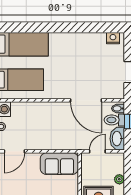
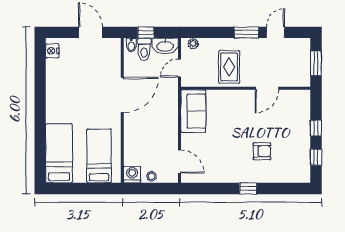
door: (86, 100) -> (122, 95), moved
door: (97, 151) -> (179, 68), hinge flipped
plant: (119, 179) -> (193, 44), moved

